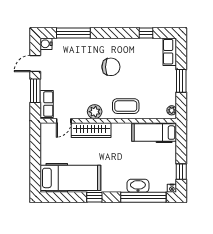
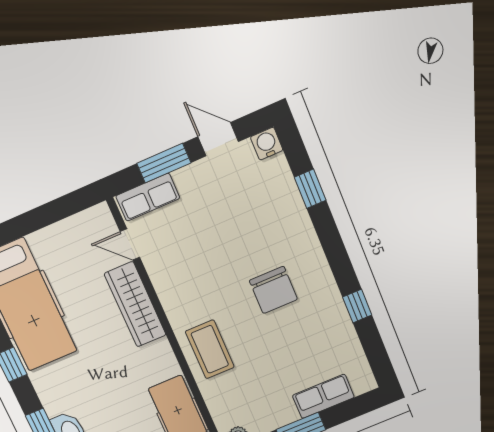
window: (73, 33) -> (310, 189), width x0.46
window: (146, 33) -> (357, 306), moved
row of seats: (170, 52) -> (323, 396), moved
plant: (95, 112) -> (174, 296), removed

